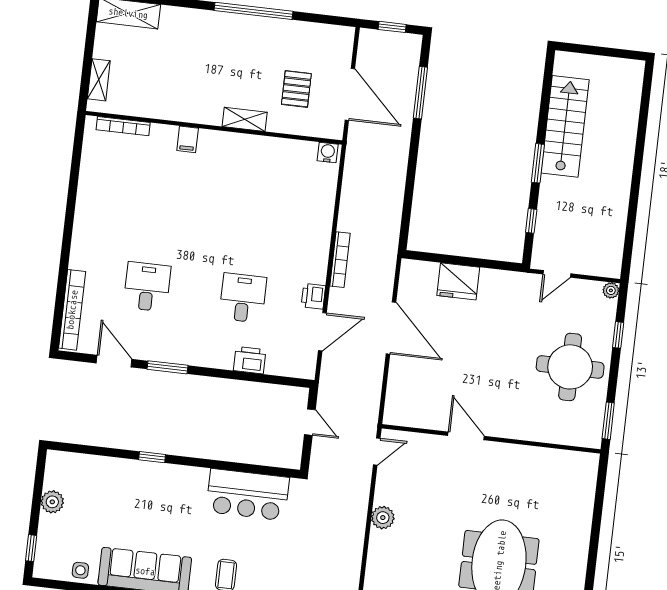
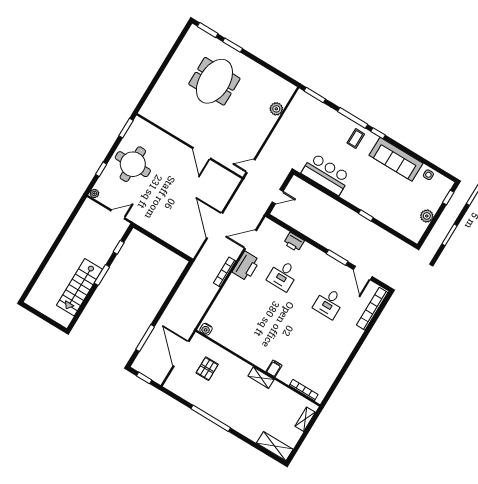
shelving: (245, 119) -> (261, 378), moved
fridge: (458, 281) -> (170, 234), removed
printer: (313, 296) -> (246, 266), width x1.87, depth x1.48
door: (310, 422) -> (278, 197), swing flipped
plant: (383, 518) -> (276, 109), moved

